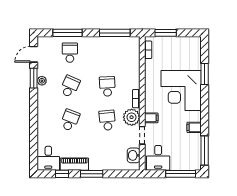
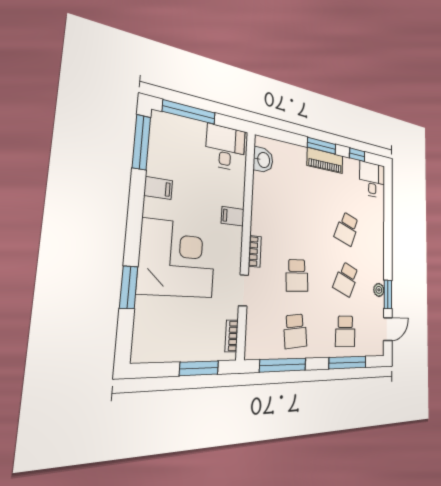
plant: (132, 117) -> (264, 222), removed
school desk: (107, 120) -> (295, 331), moved
doorway: (142, 135) -> (244, 290), moved
piano: (74, 164) -> (325, 161), moved

